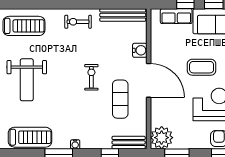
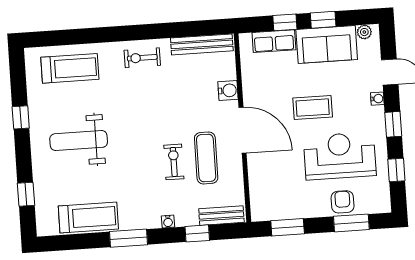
exercise bike: (91, 77) -> (174, 162), moved
weight bench: (27, 80) -> (79, 141), turned 90
plant: (162, 138) -> (265, 206), removed
water cooler: (75, 144) -> (168, 221), moved

